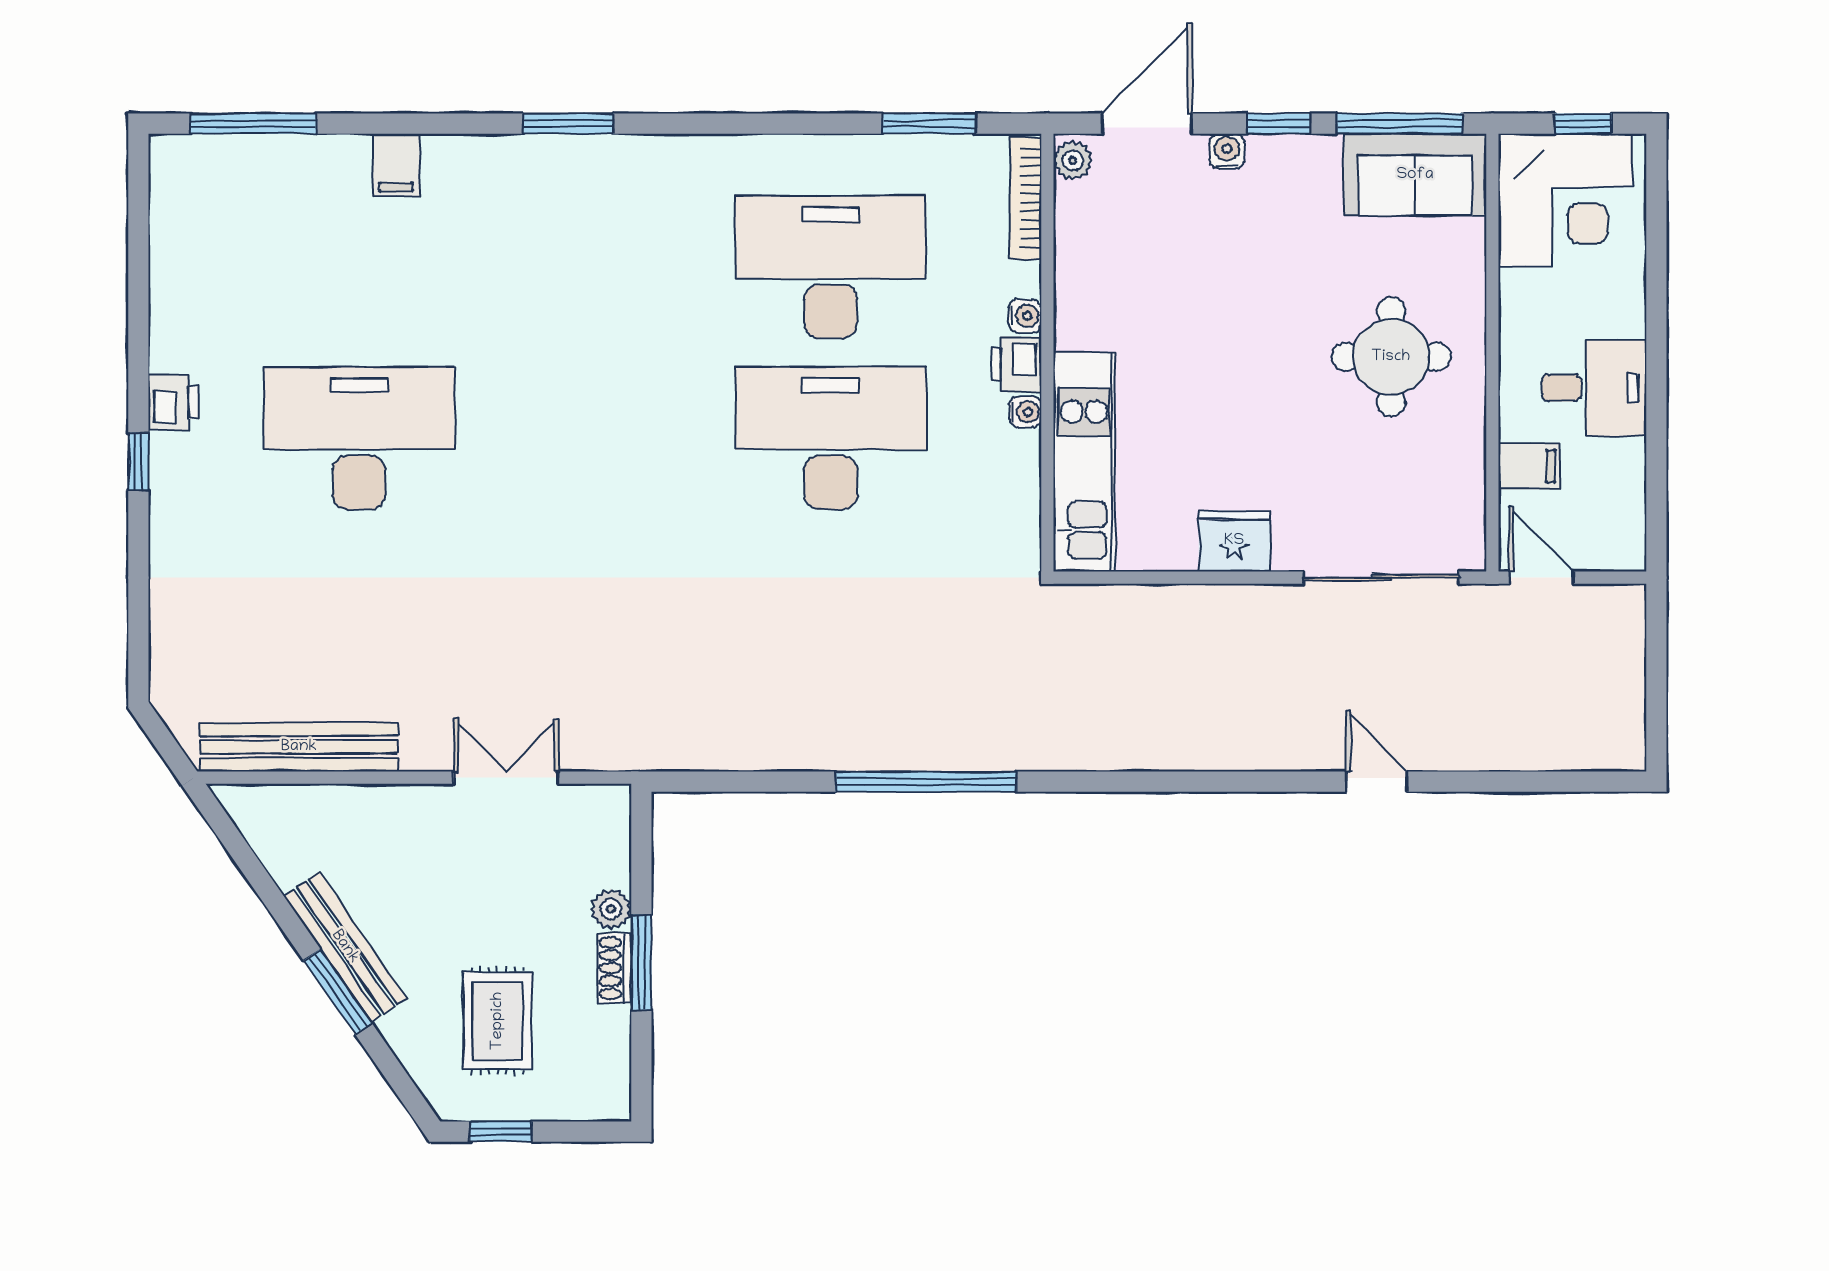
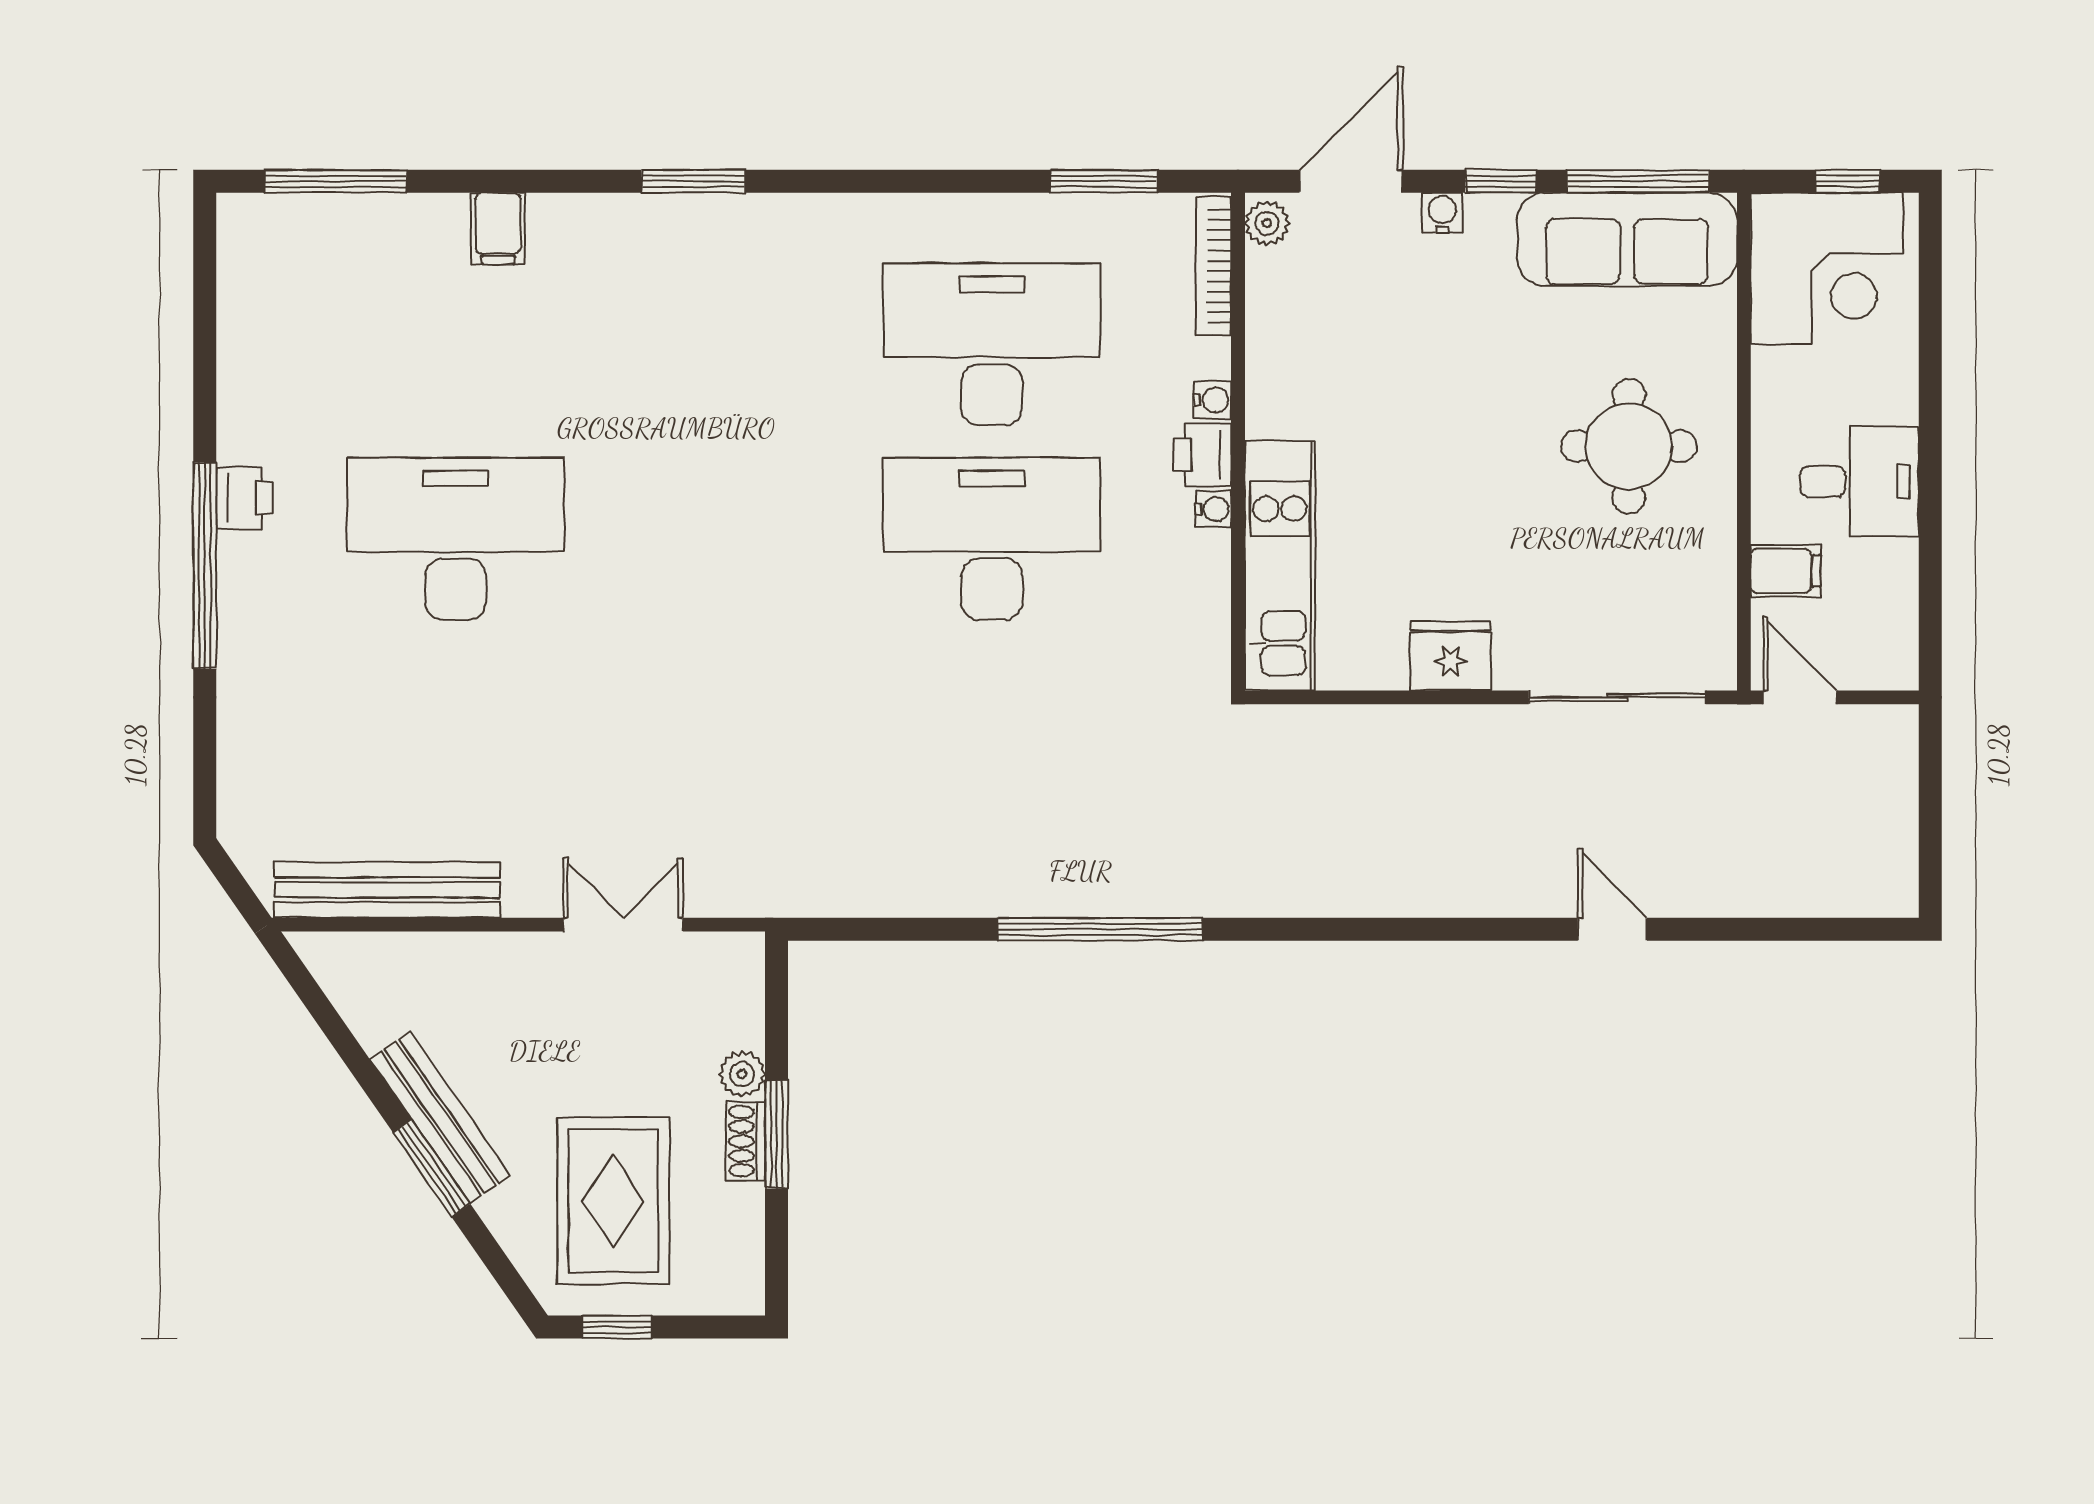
sofa: (1415, 175) -> (1627, 239), width x1.36
window: (138, 462) -> (205, 565), width x3.17
rug: (498, 1021) -> (613, 1201), width x1.36, depth x1.43

